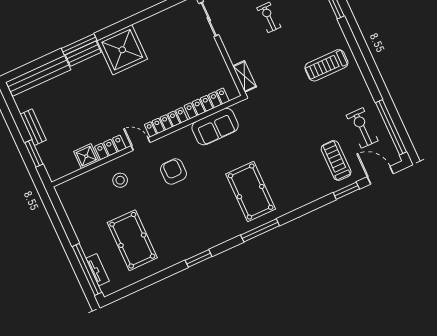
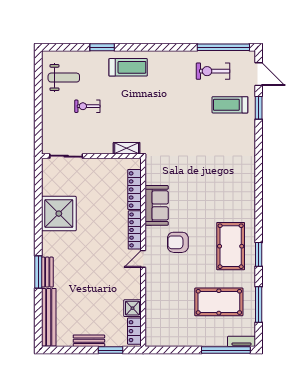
shower: (122, 50) -> (59, 214), moved
treadmill: (326, 65) -> (128, 67), moved, turned -90
sofa: (215, 127) -> (157, 205), moved
locker: (110, 147) -> (134, 331), moved
door: (380, 175) -> (259, 74), swing flipped
stool: (120, 180) -> (165, 289), removed
pool table: (251, 192) -> (231, 246), moved, turned 90
window: (260, 230) -> (259, 305), moved
tv unit: (98, 270) -> (242, 341), moved

